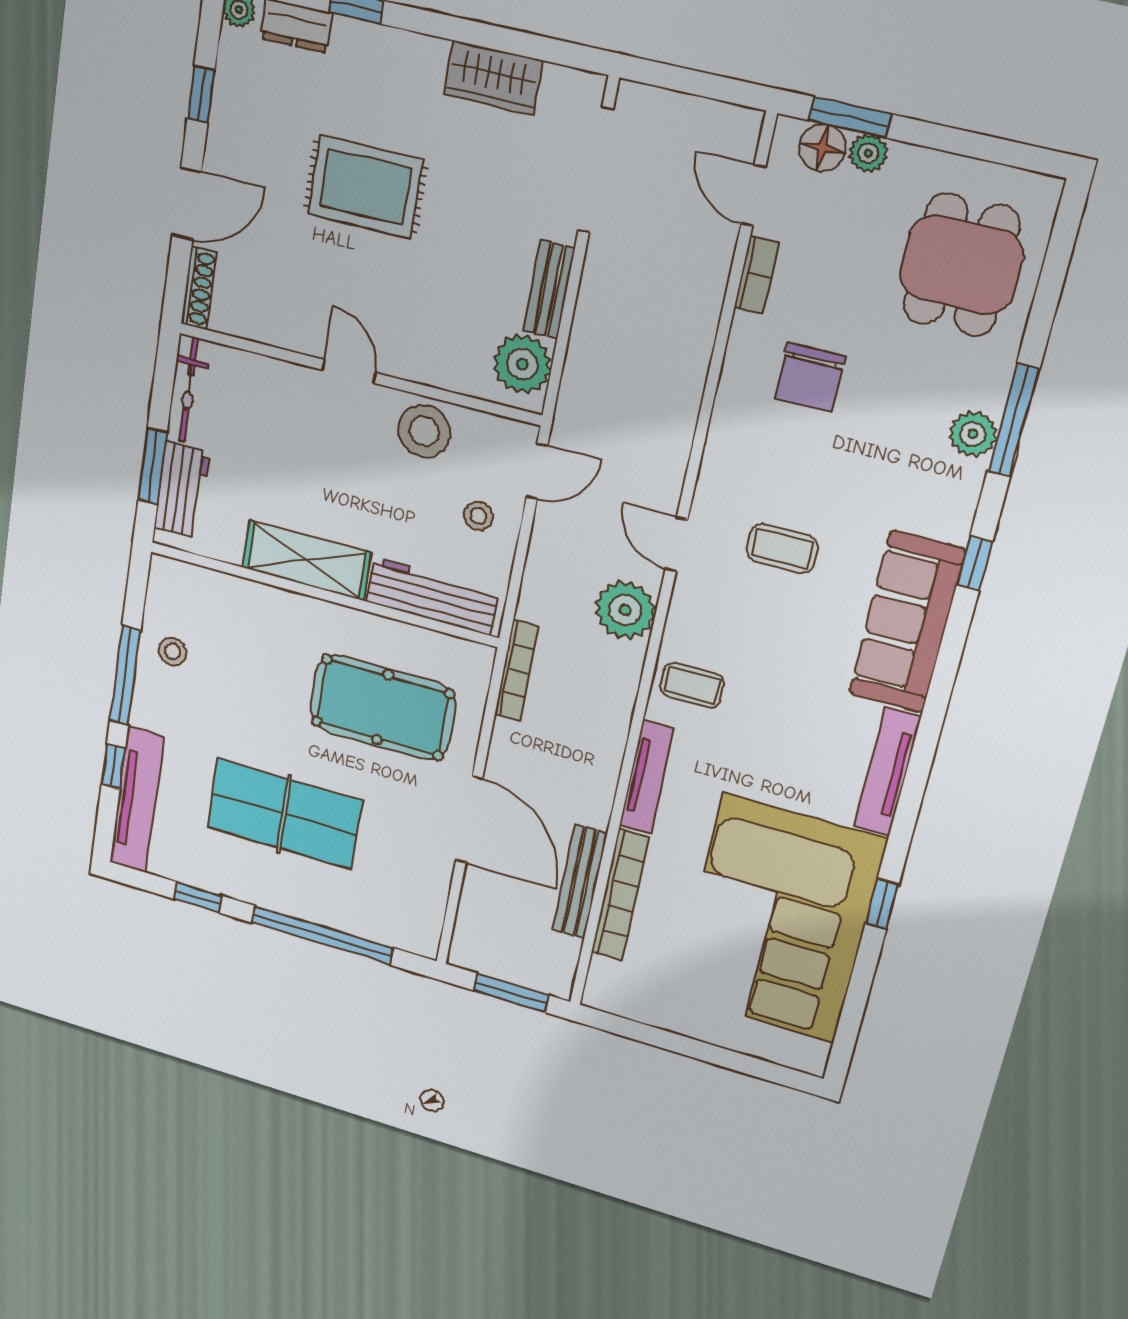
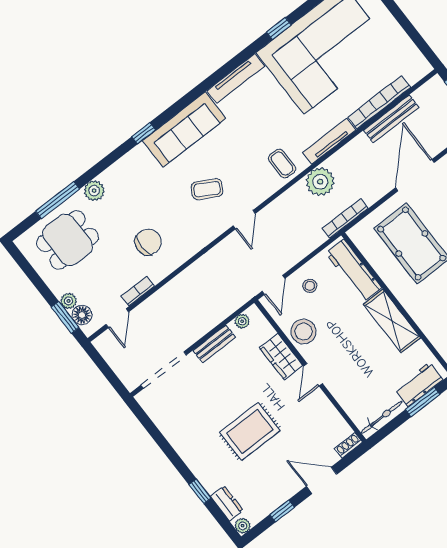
wardrobe: (493, 78) -> (281, 357), moved, turned 180
rug: (365, 187) -> (250, 431), turned 90
shoe rack: (199, 288) -> (348, 445), width x0.70
plant: (522, 364) -> (242, 321), width x0.53, depth x0.53
window: (1013, 420) -> (58, 200), moved
plant: (973, 434) -> (94, 191), moved
door: (537, 471) -> (273, 285), swing flipped
coffee table: (782, 549) -> (207, 189), turned -61
plant: (625, 610) -> (320, 182), moved

